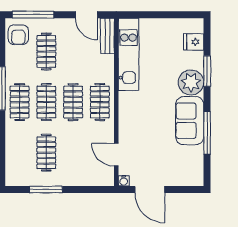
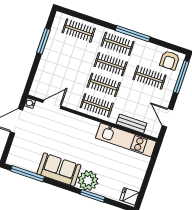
door: (86, 15) -> (167, 118), hinge flipped
armchair: (18, 35) -> (170, 60), turned -90
bench: (107, 36) -> (131, 124), moved
fridge: (194, 42) -> (129, 196), moved, turned -90
window: (207, 133) -> (27, 174), moved
clothes rail: (46, 153) -> (79, 31), moved

